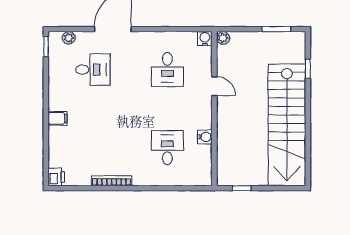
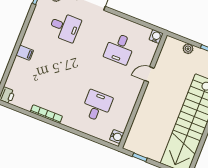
plant: (223, 38) -> (188, 49), moved
door: (214, 86) -> (149, 74), swing flipped
water cooler: (205, 137) -> (117, 137), moved

